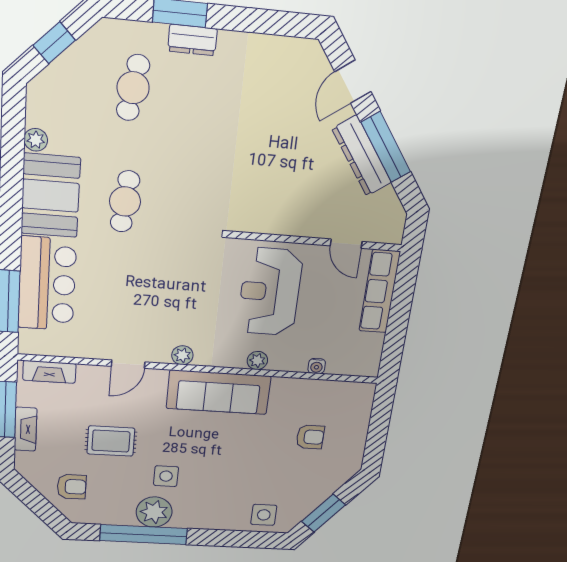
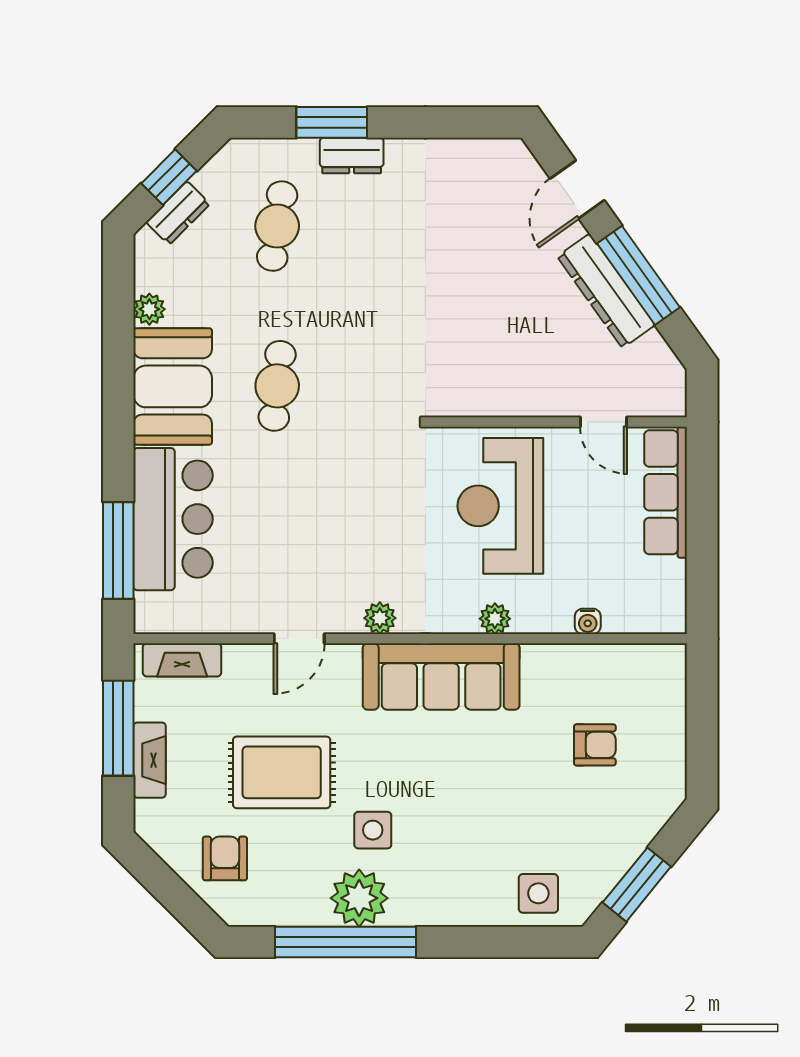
dresser: (60, 71) -> (178, 213), added
rug: (111, 441) -> (282, 772), width x1.36, depth x1.43
armchair: (72, 487) -> (225, 858), turned -90

